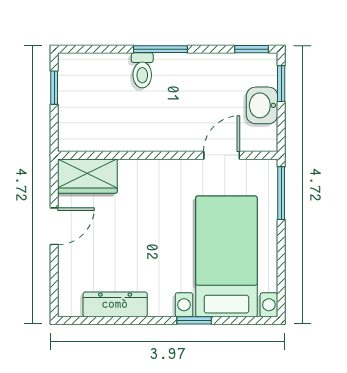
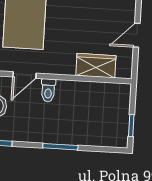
toilet: (142, 70) -> (48, 90), moved, turned 180
wardrobe: (87, 176) -> (96, 66), moved

